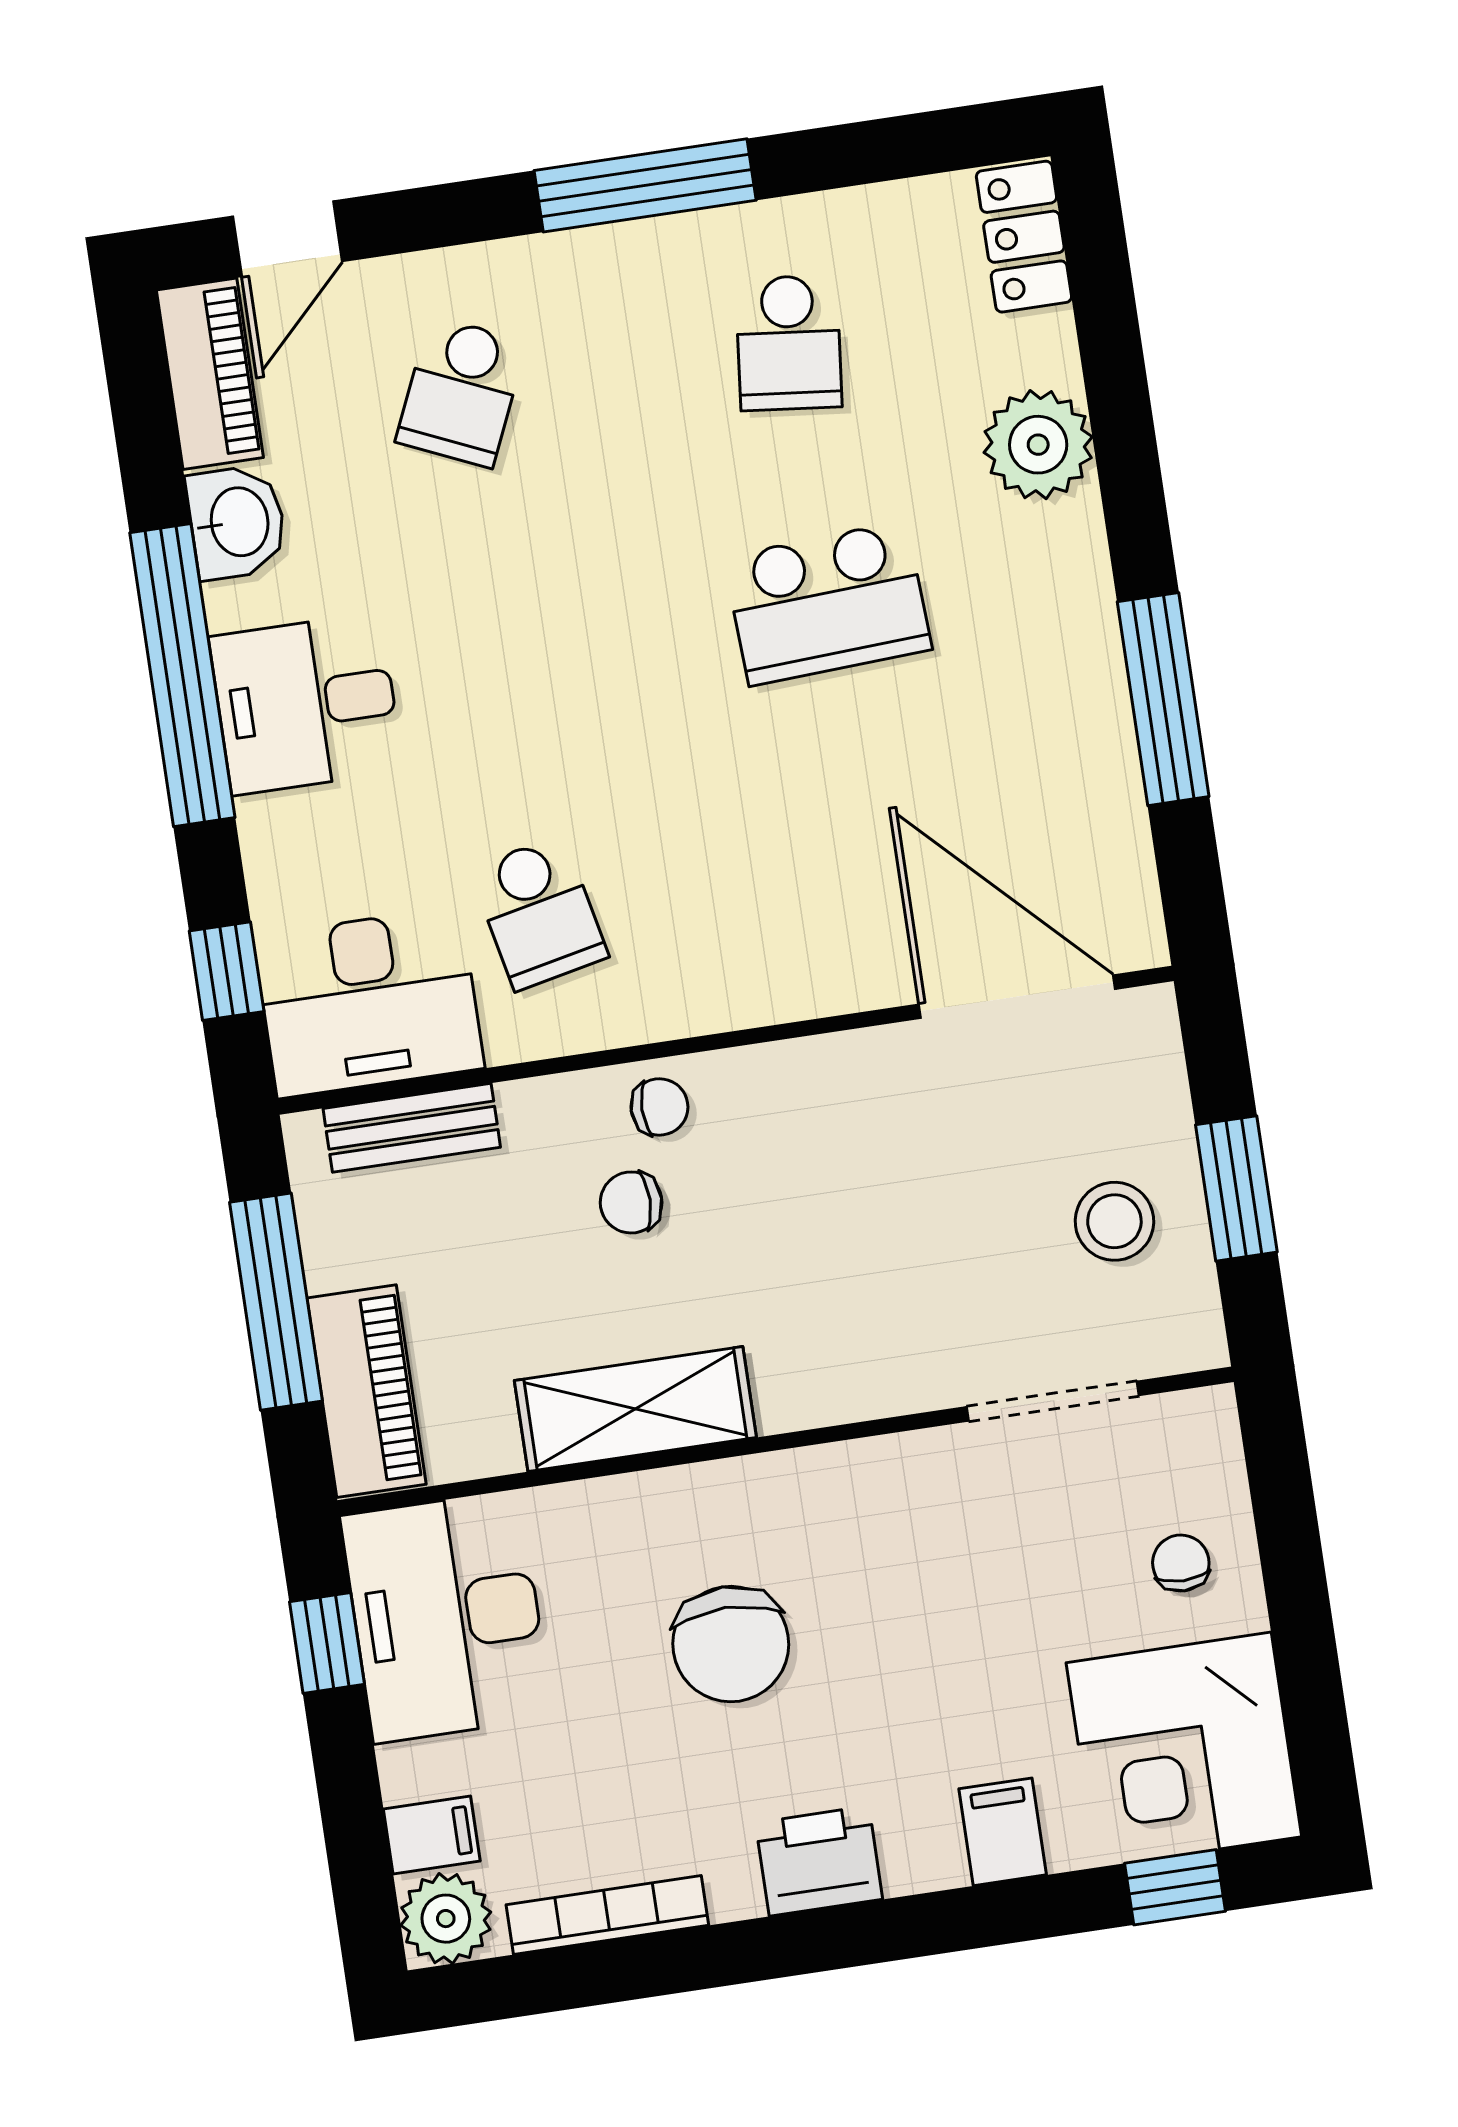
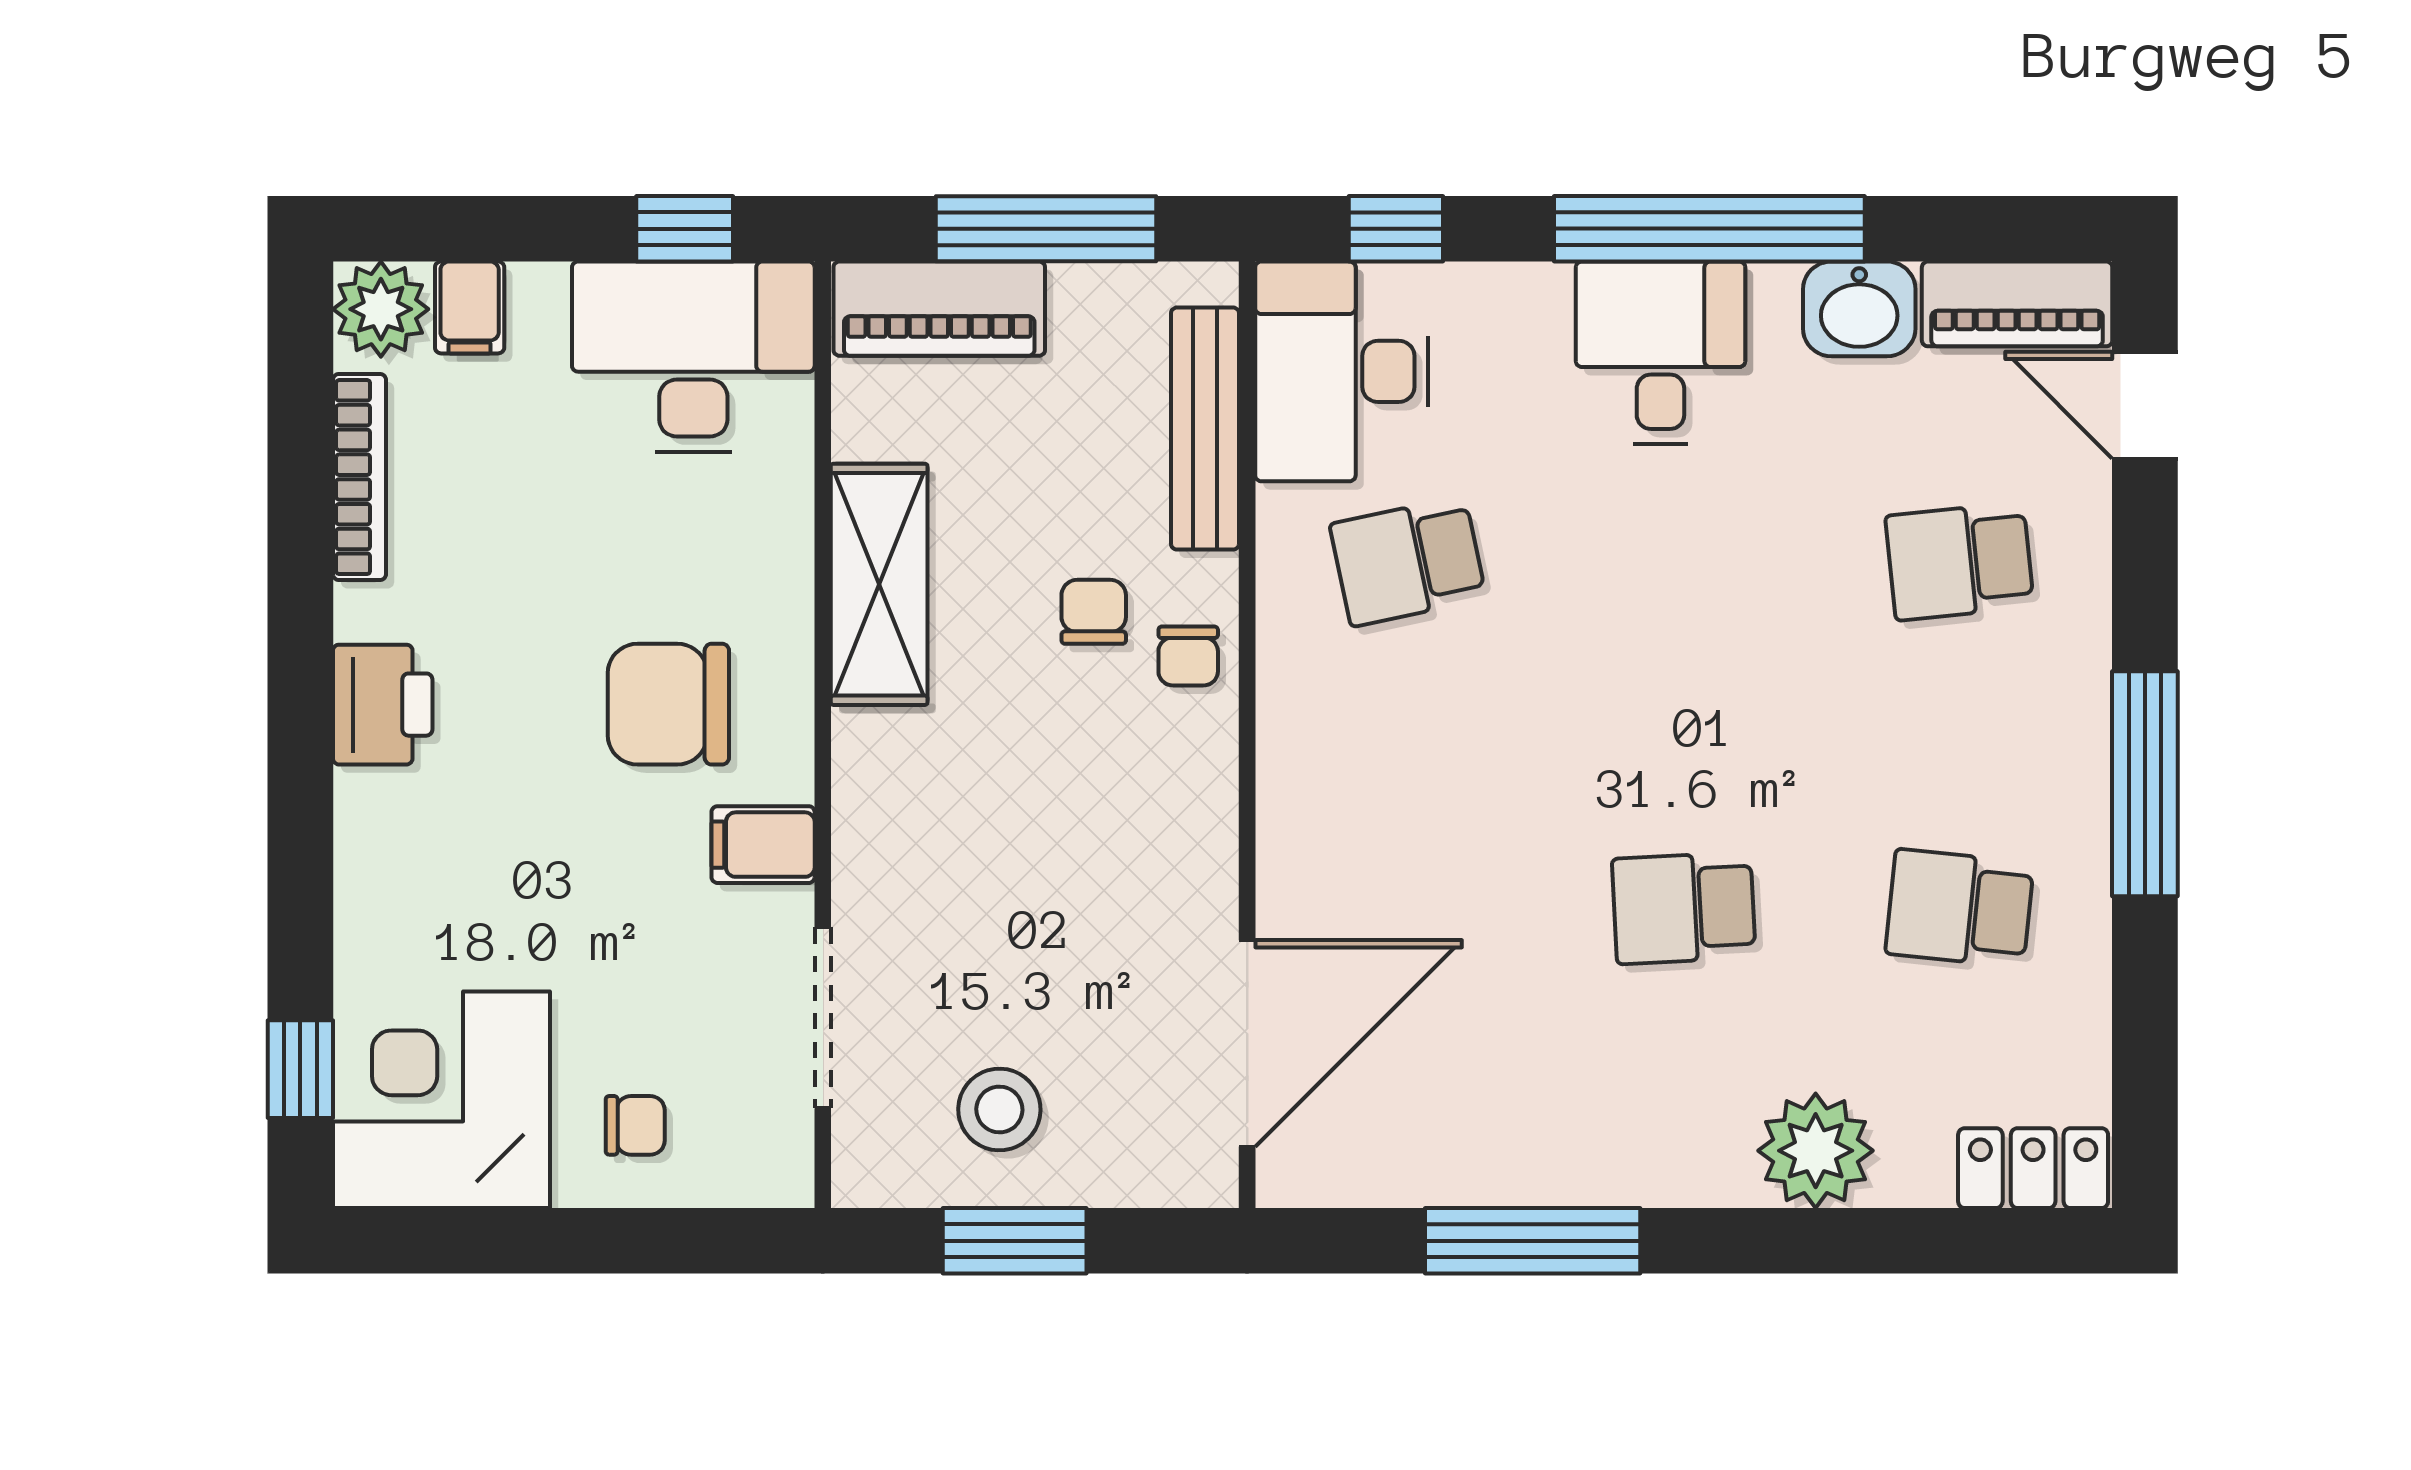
school desk: (461, 392) -> (1960, 561), turned -30
school desk: (828, 603) -> (1684, 908), width x0.54
bench: (412, 1128) -> (1205, 429), width x1.36
chair: (731, 1644) -> (668, 704), moved
filing cabinet: (1003, 1832) -> (763, 845), moved, turned 180

